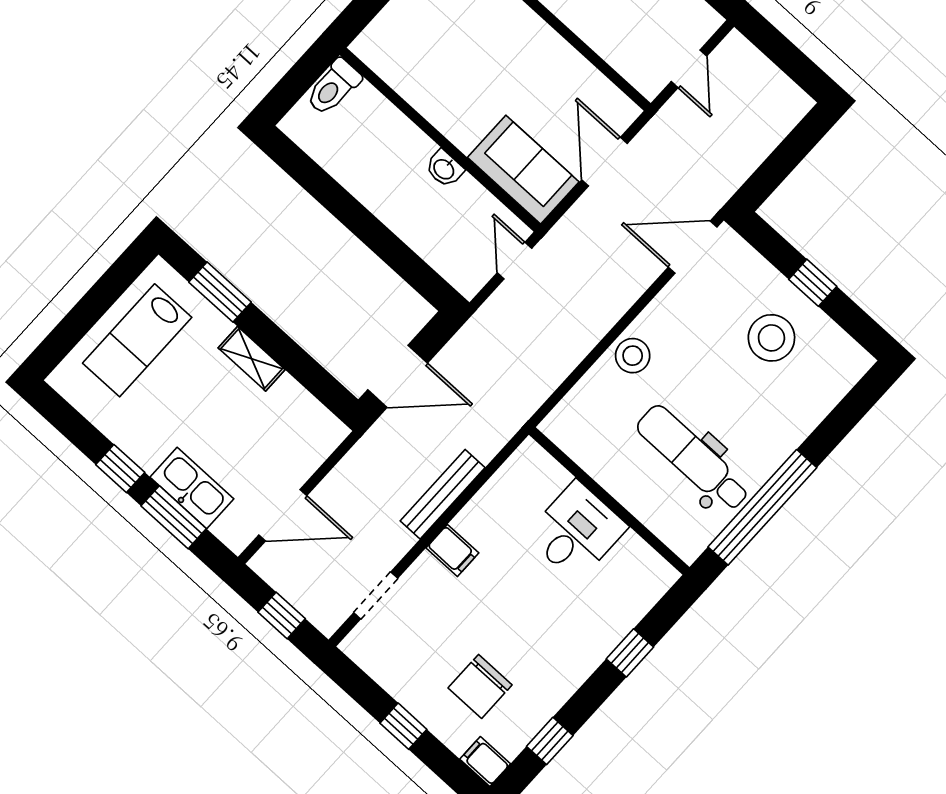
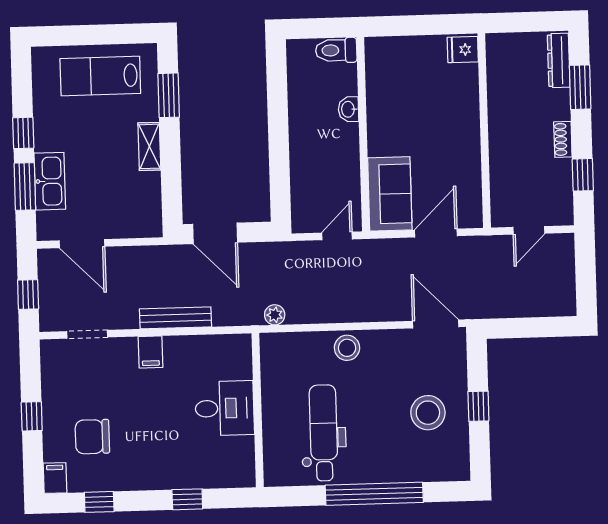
washbasin: (444, 169) -> (348, 109), moved
plant: (533, 395) -> (275, 315), added
window: (762, 507) -> (374, 494), moved

